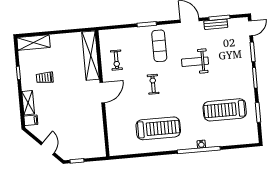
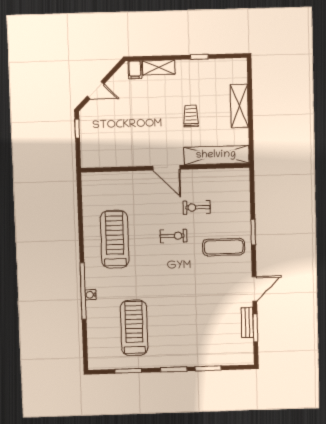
door: (250, 28) -> (239, 367), removed
shelving: (33, 42) -> (239, 106), moved
exercise bike: (116, 60) -> (197, 207), moved
weight bench: (195, 62) -> (200, 293), removed
trolley: (45, 78) -> (191, 116), moved
treadmill: (158, 128) -> (115, 239), turned 180

